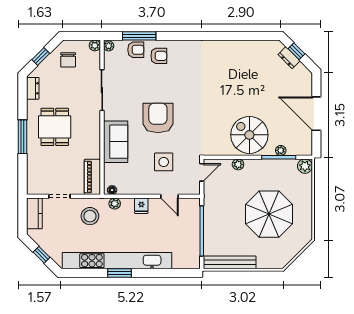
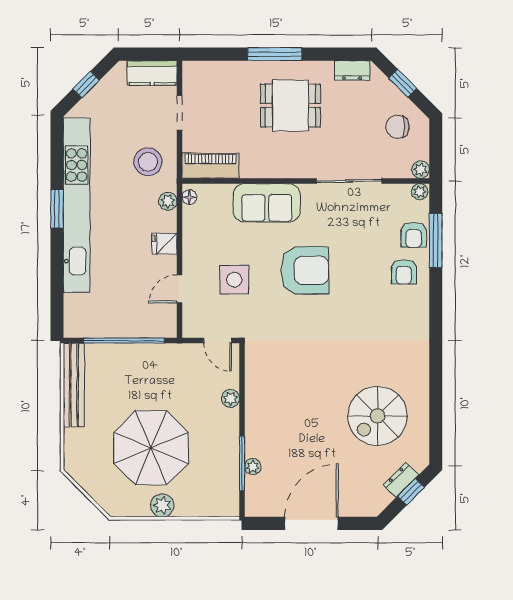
spiral stairs: (249, 135) -> (378, 416), moved, turned 180
plant: (305, 166) -> (162, 505), moved

